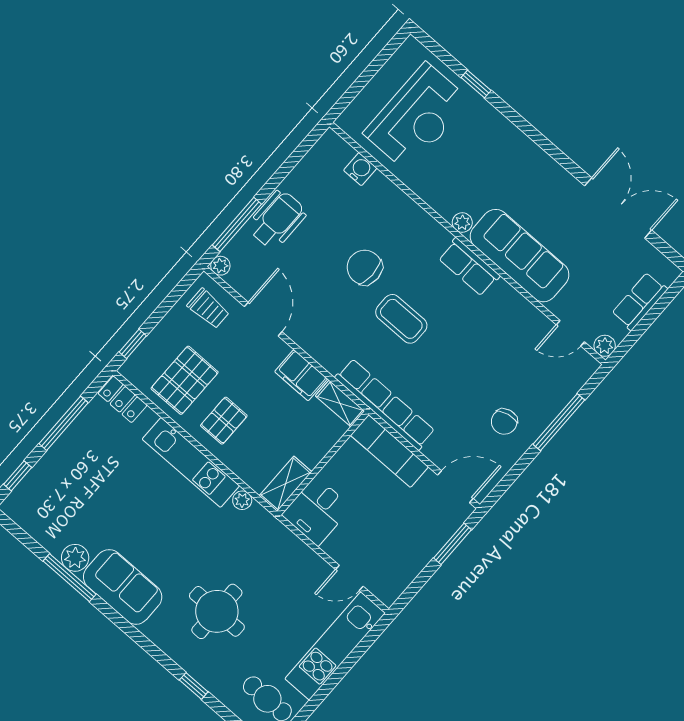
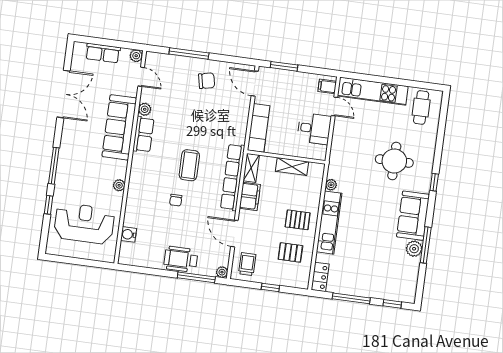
window: (526, 128) -> (54, 166), added
double door: (618, 208) -> (64, 94), swing flipped
plant: (462, 223) -> (119, 185), moved
chair: (365, 267) -> (176, 200), width x0.54, depth x0.54
row of seats: (469, 267) -> (143, 134), moved
plant: (521, 308) -> (145, 109), added
door: (263, 319) -> (234, 234), hinge flipped
window: (133, 344) -> (270, 287), moved
pallet: (185, 380) -> (290, 252), width x0.67, depth x0.71
row of seats: (385, 404) -> (233, 177), moved
shelving: (286, 484) -> (292, 166), moved
desk: (317, 511) -> (314, 129), moved
filing cabinet: (384, 586) -> (327, 86), added
window: (194, 686) -> (434, 182), moved

